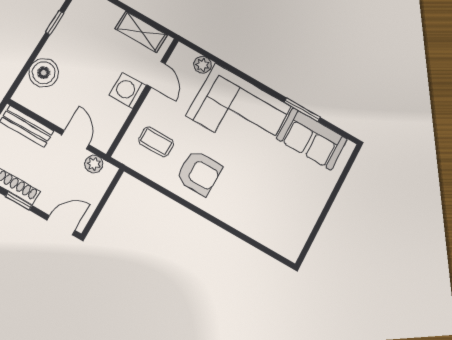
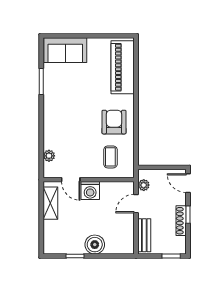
boiler: (44, 73) -> (95, 245), moved
door: (156, 74) -> (71, 180), swing flipped
corner sofa: (239, 111) -> (64, 119), removed
sofa: (312, 139) -> (65, 50), moved, turned 90
piano: (265, 226) -> (123, 67), added

